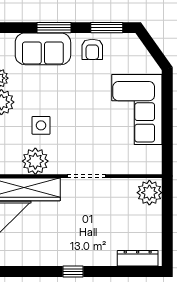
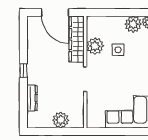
plant: (149, 193) -> (61, 120), moved
dresser: (138, 258) -> (32, 98), moved

